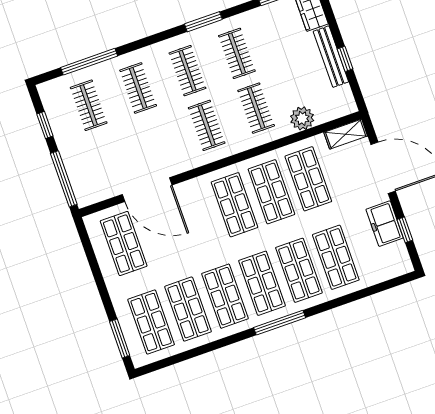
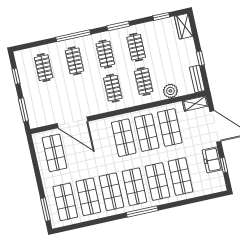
bench: (331, 57) -> (197, 79), moved, width x0.73
window: (89, 62) -> (73, 36), moved
window: (64, 179) -> (23, 110), width x0.69

